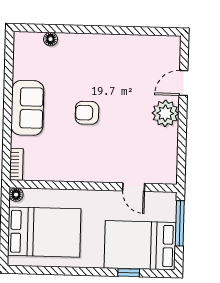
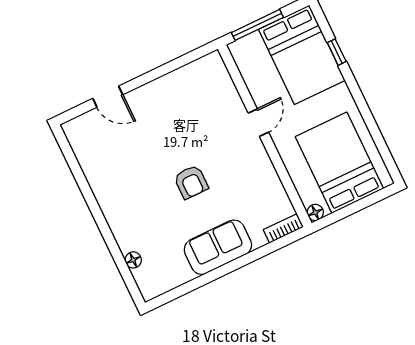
plant: (165, 113) -> (149, 99), removed
door: (134, 187) -> (258, 123), moved

